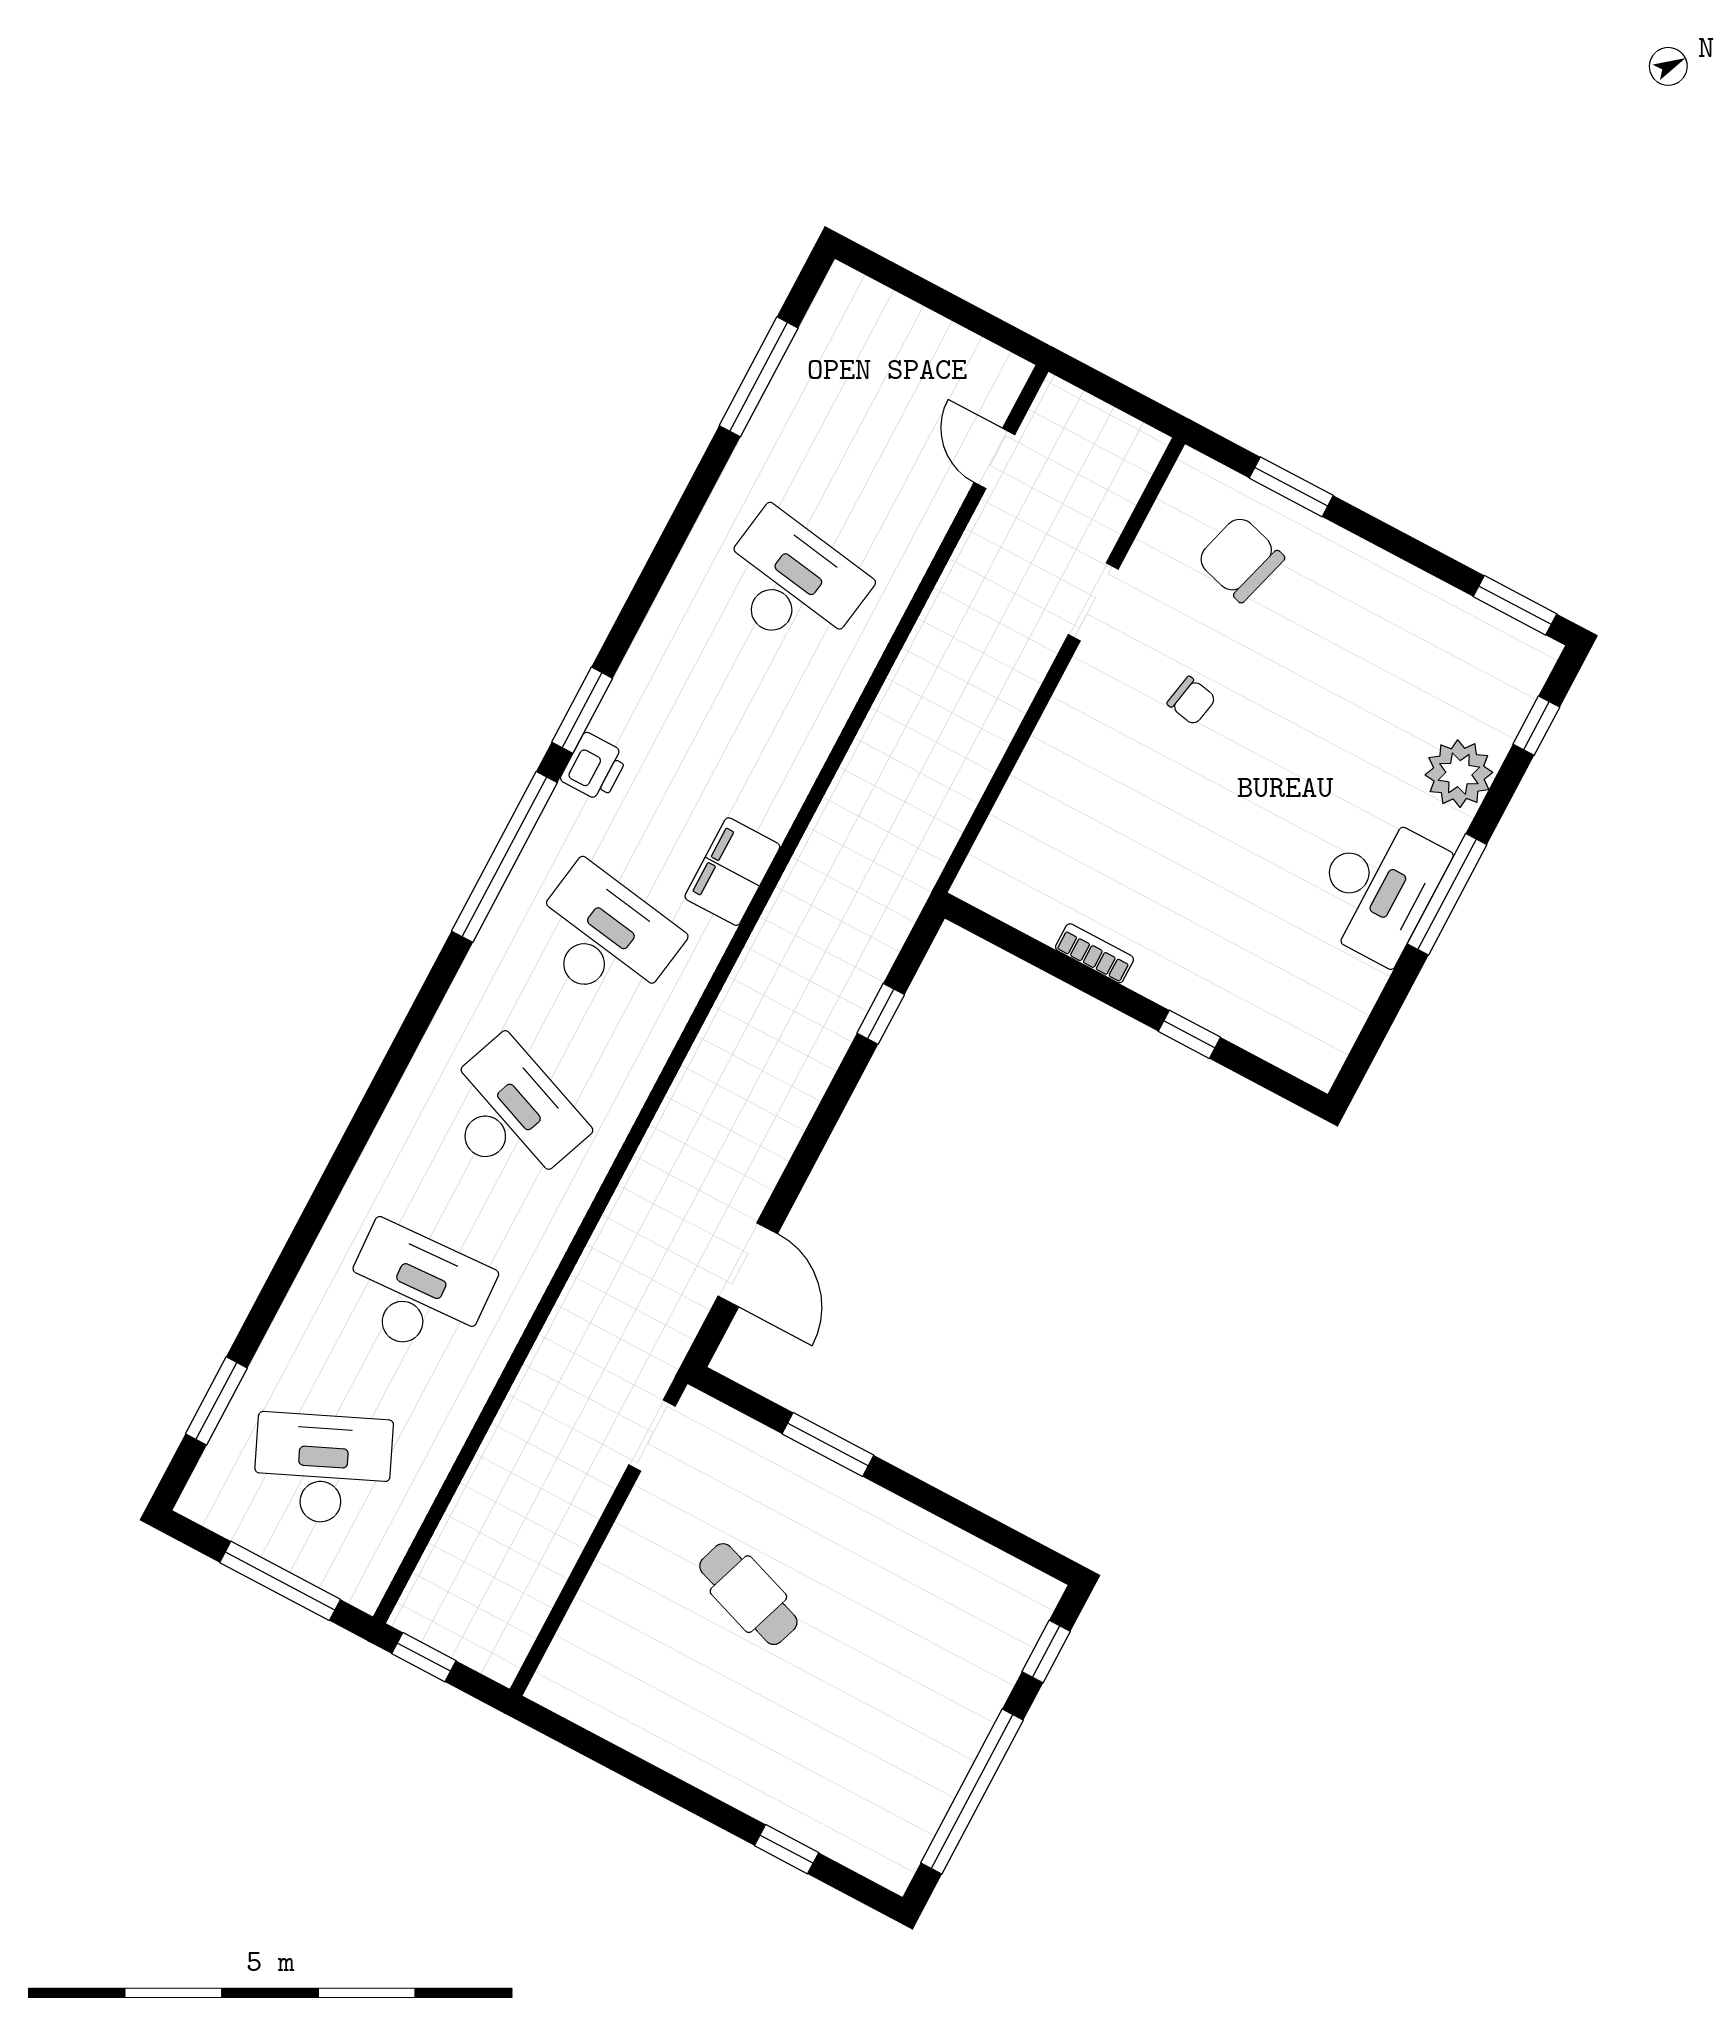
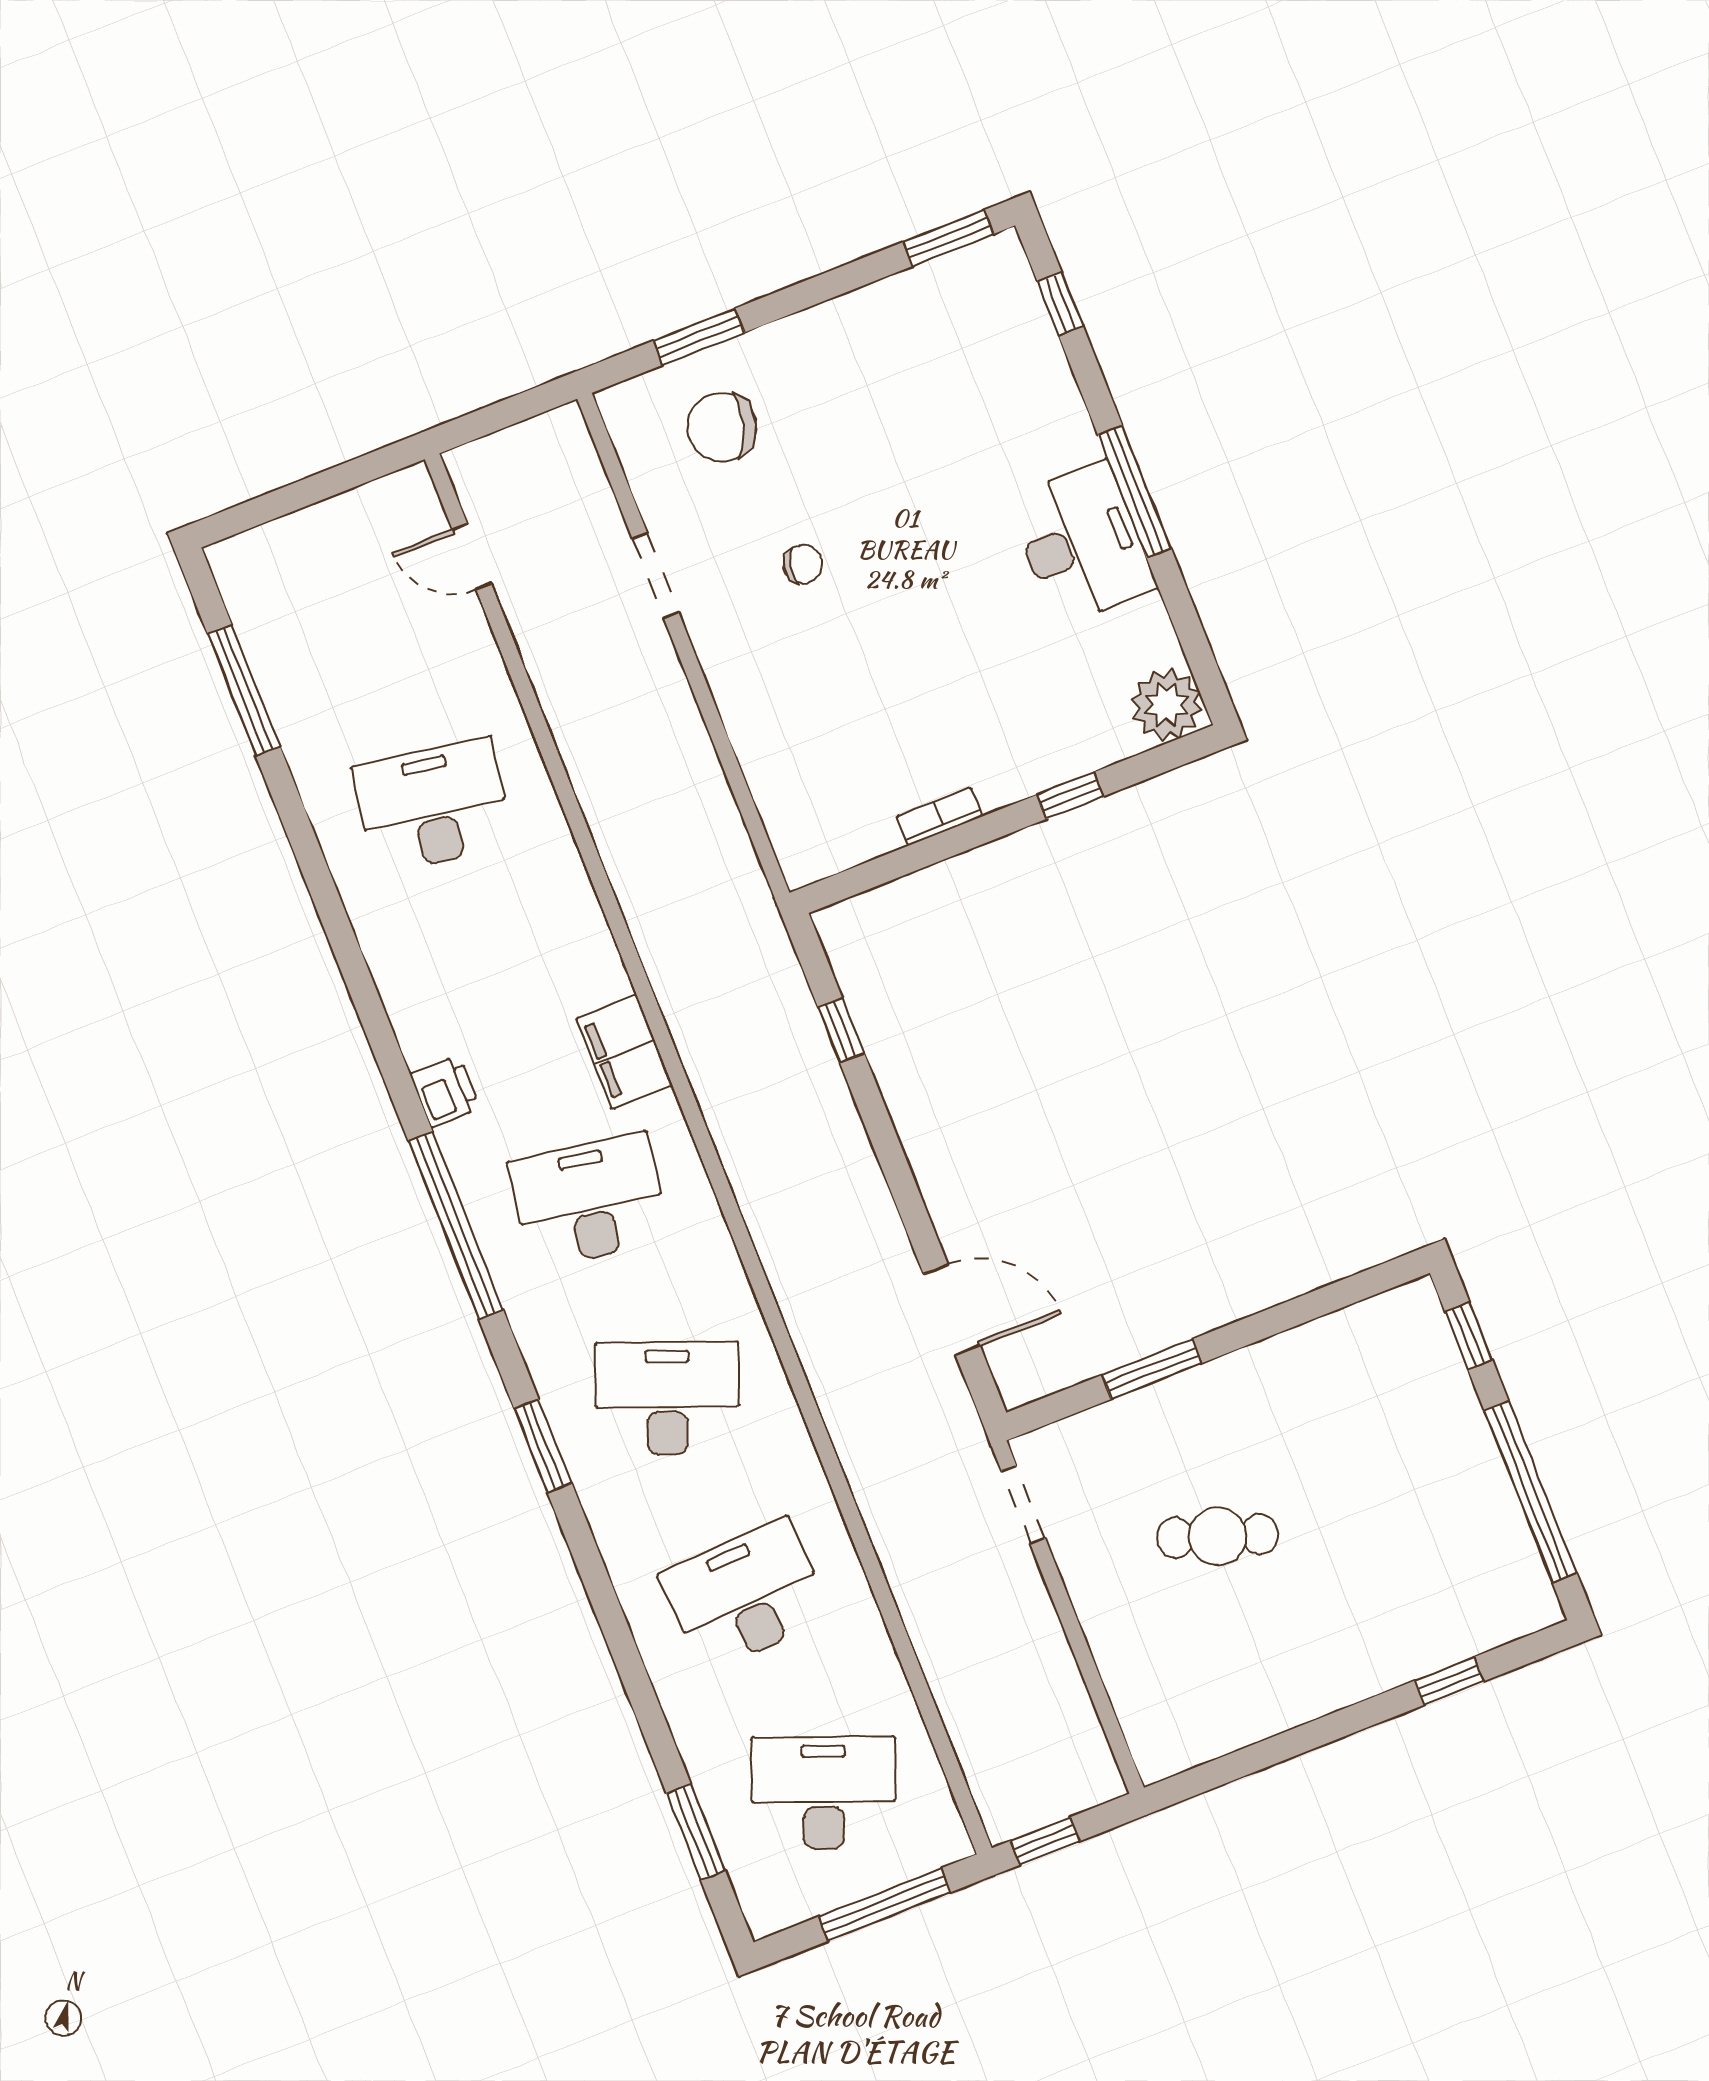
window: (582, 710) -> (543, 1446), moved
plant: (1459, 774) -> (1167, 705), moved
desk: (323, 1469) -> (824, 1793), turned 45

